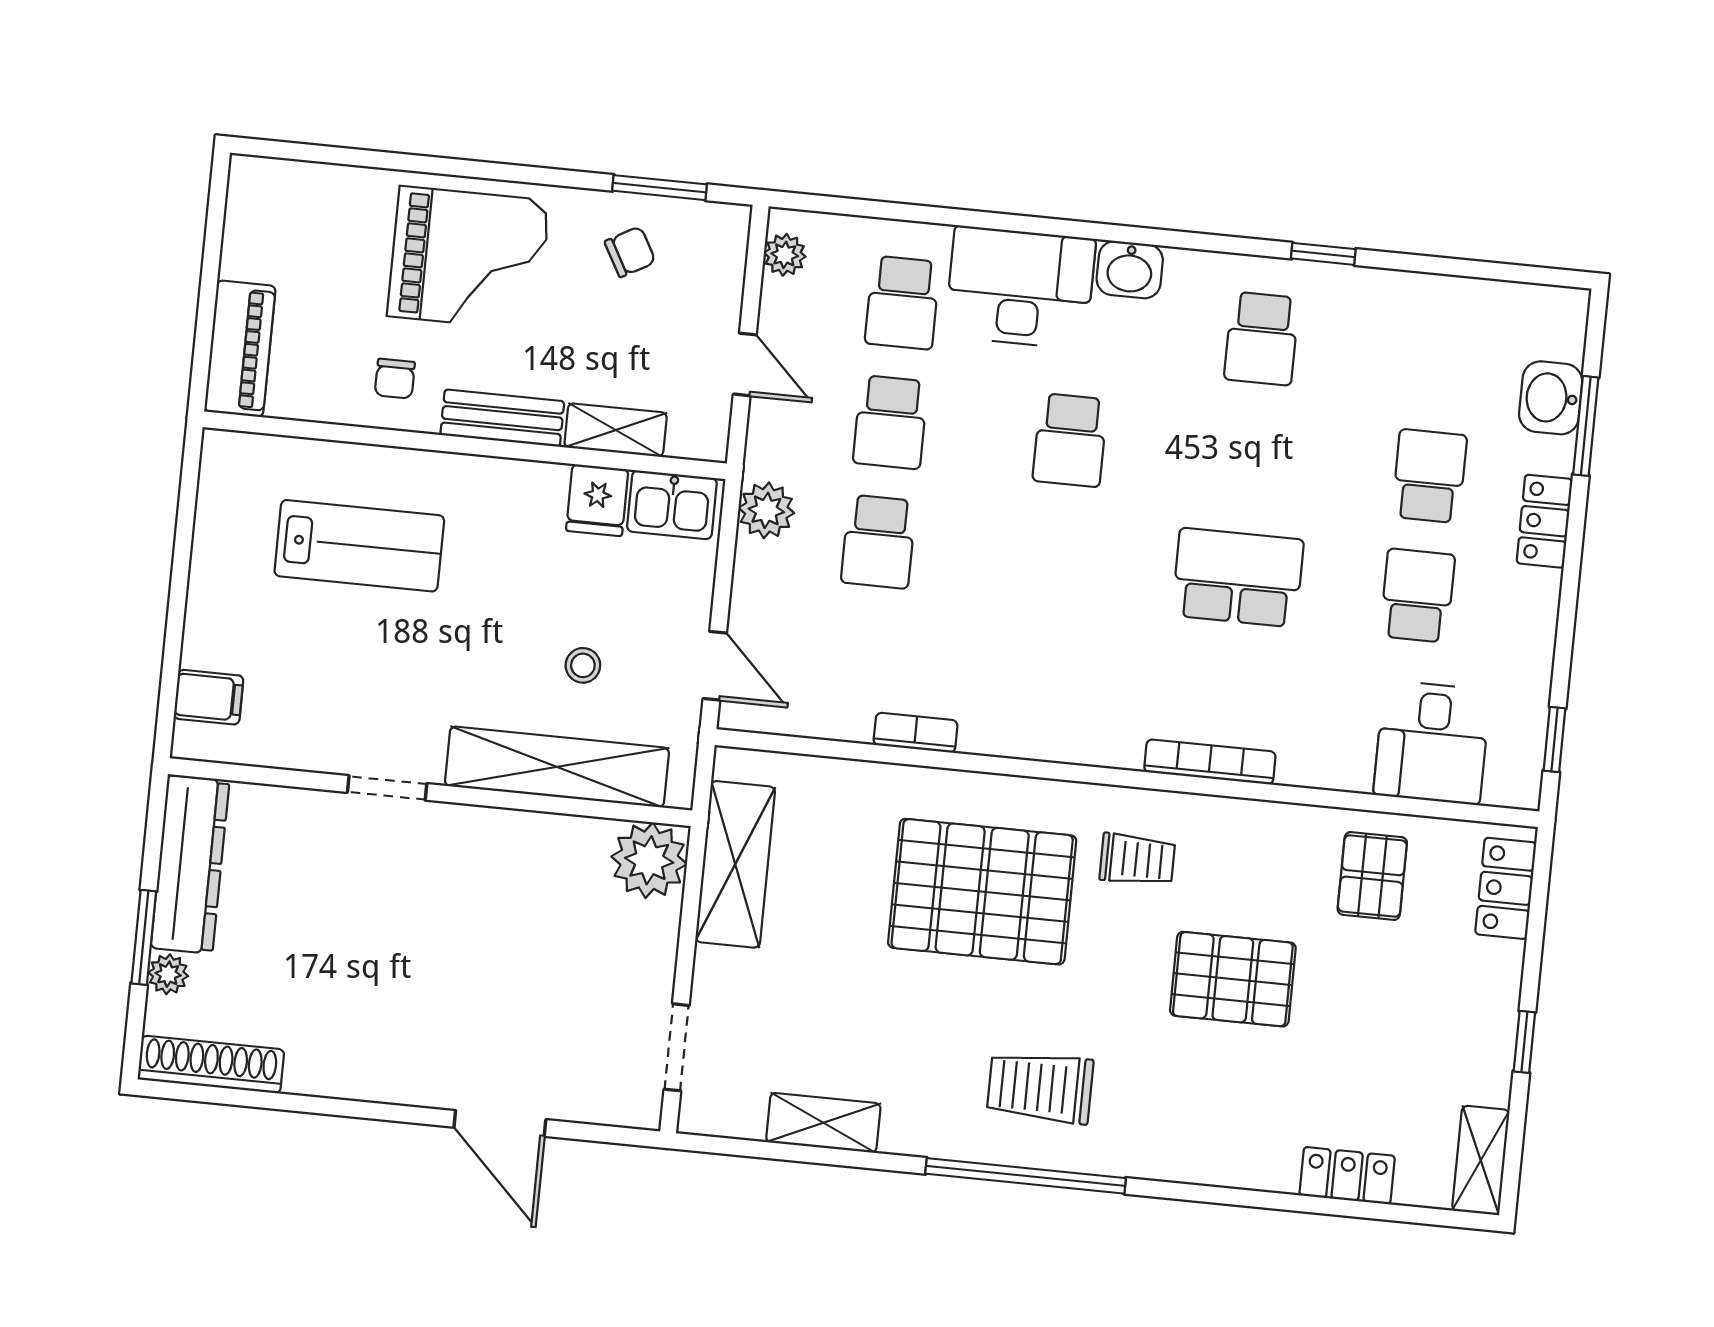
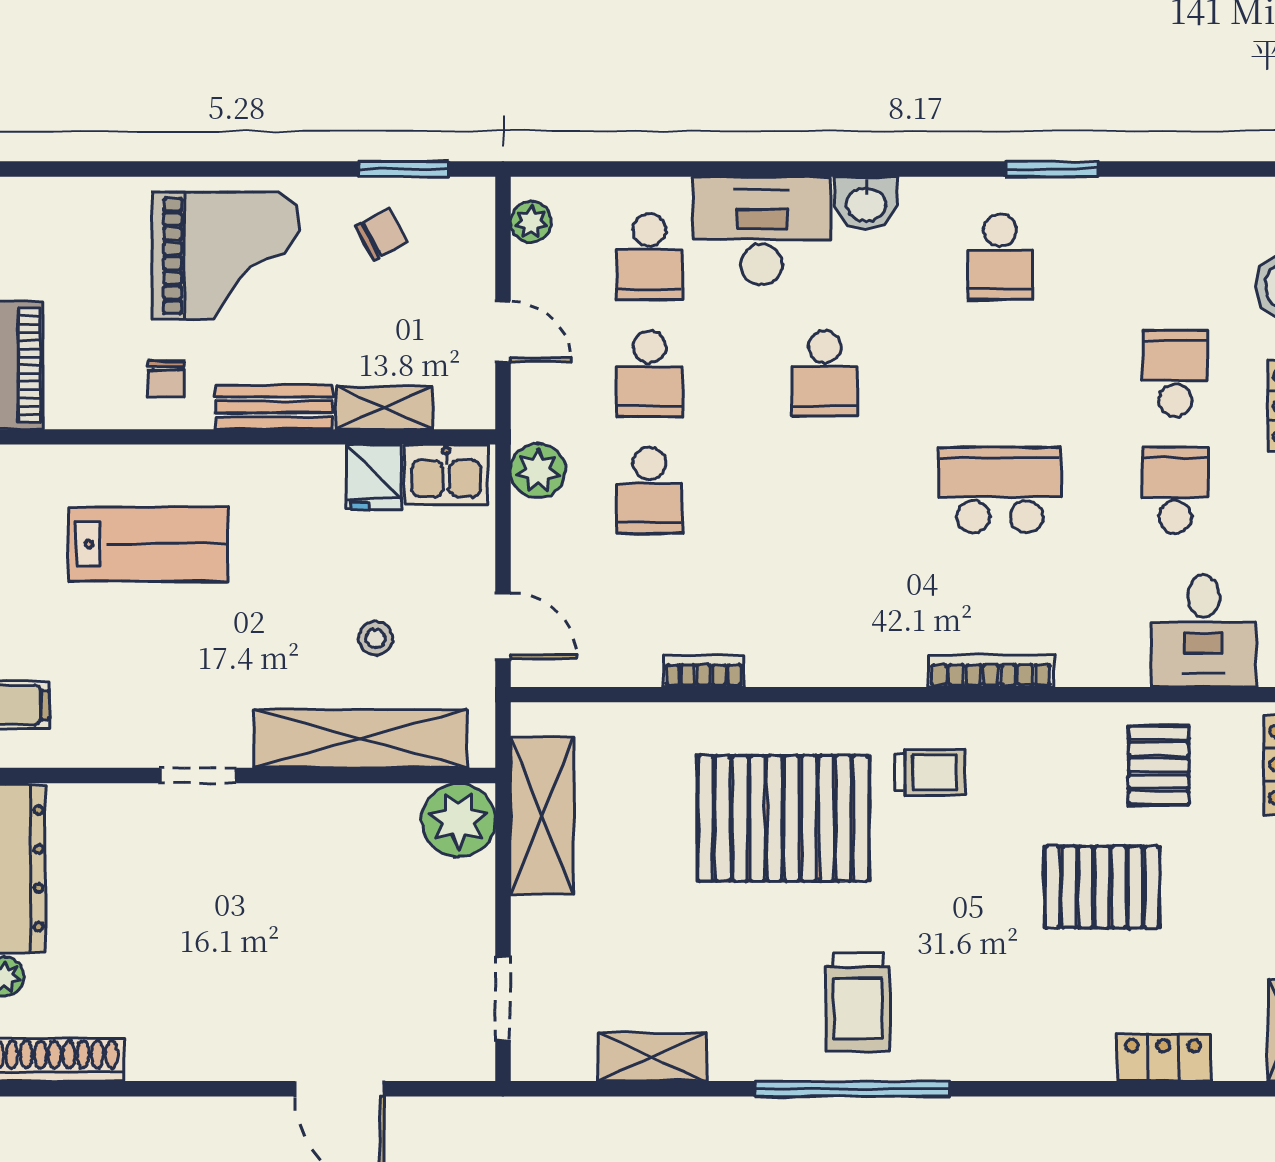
window: (1323, 254) -> (1051, 169), width x1.50
pallet: (1233, 979) -> (1102, 887), moved
trolley: (1040, 1087) -> (858, 1002), turned -90

